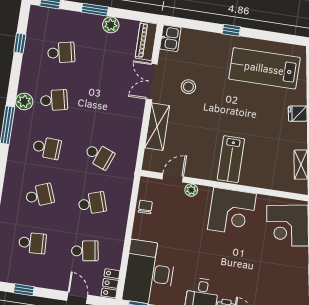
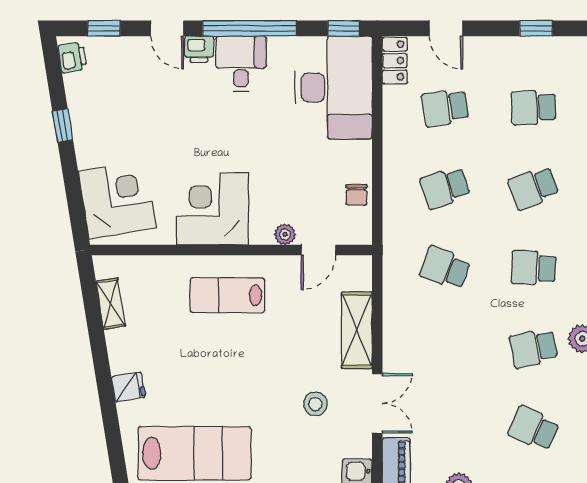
school desk: (61, 53) -> (534, 428), turned 36
lab bench: (231, 159) -> (227, 295), turned -90

